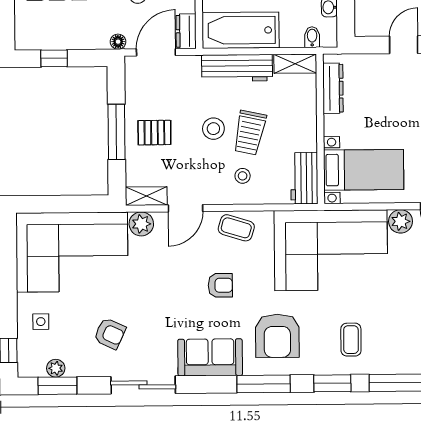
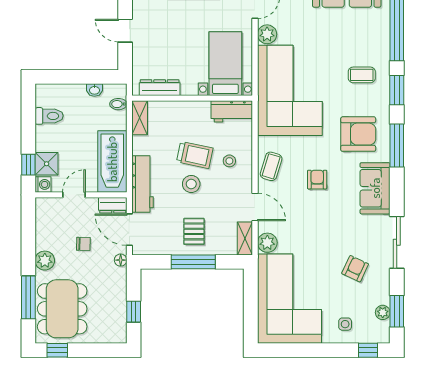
workbench: (237, 68) -> (143, 184), moved

